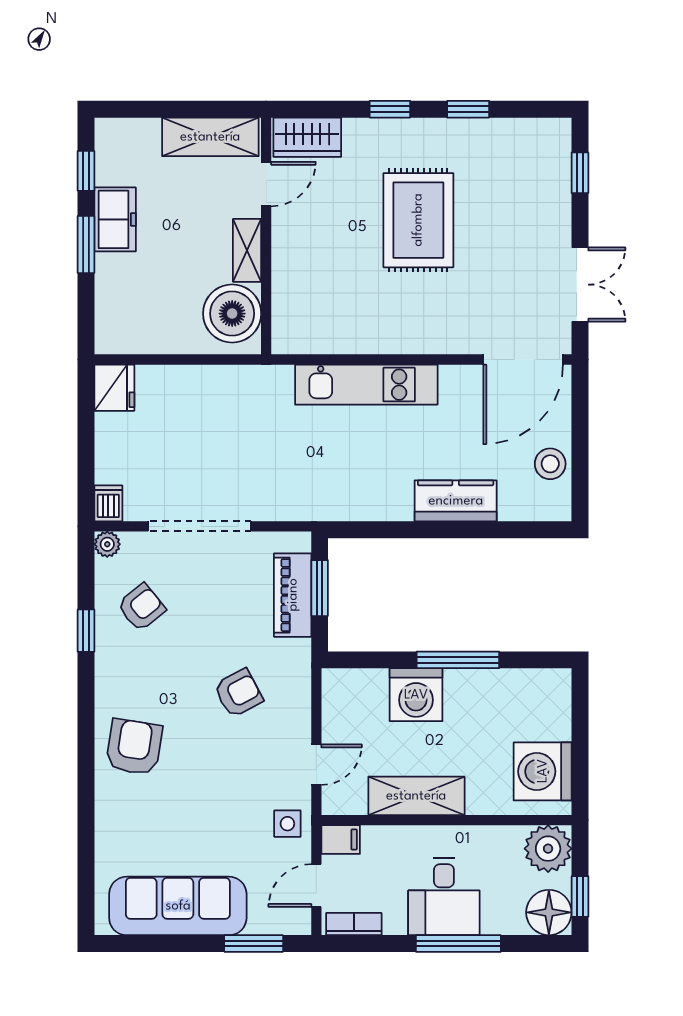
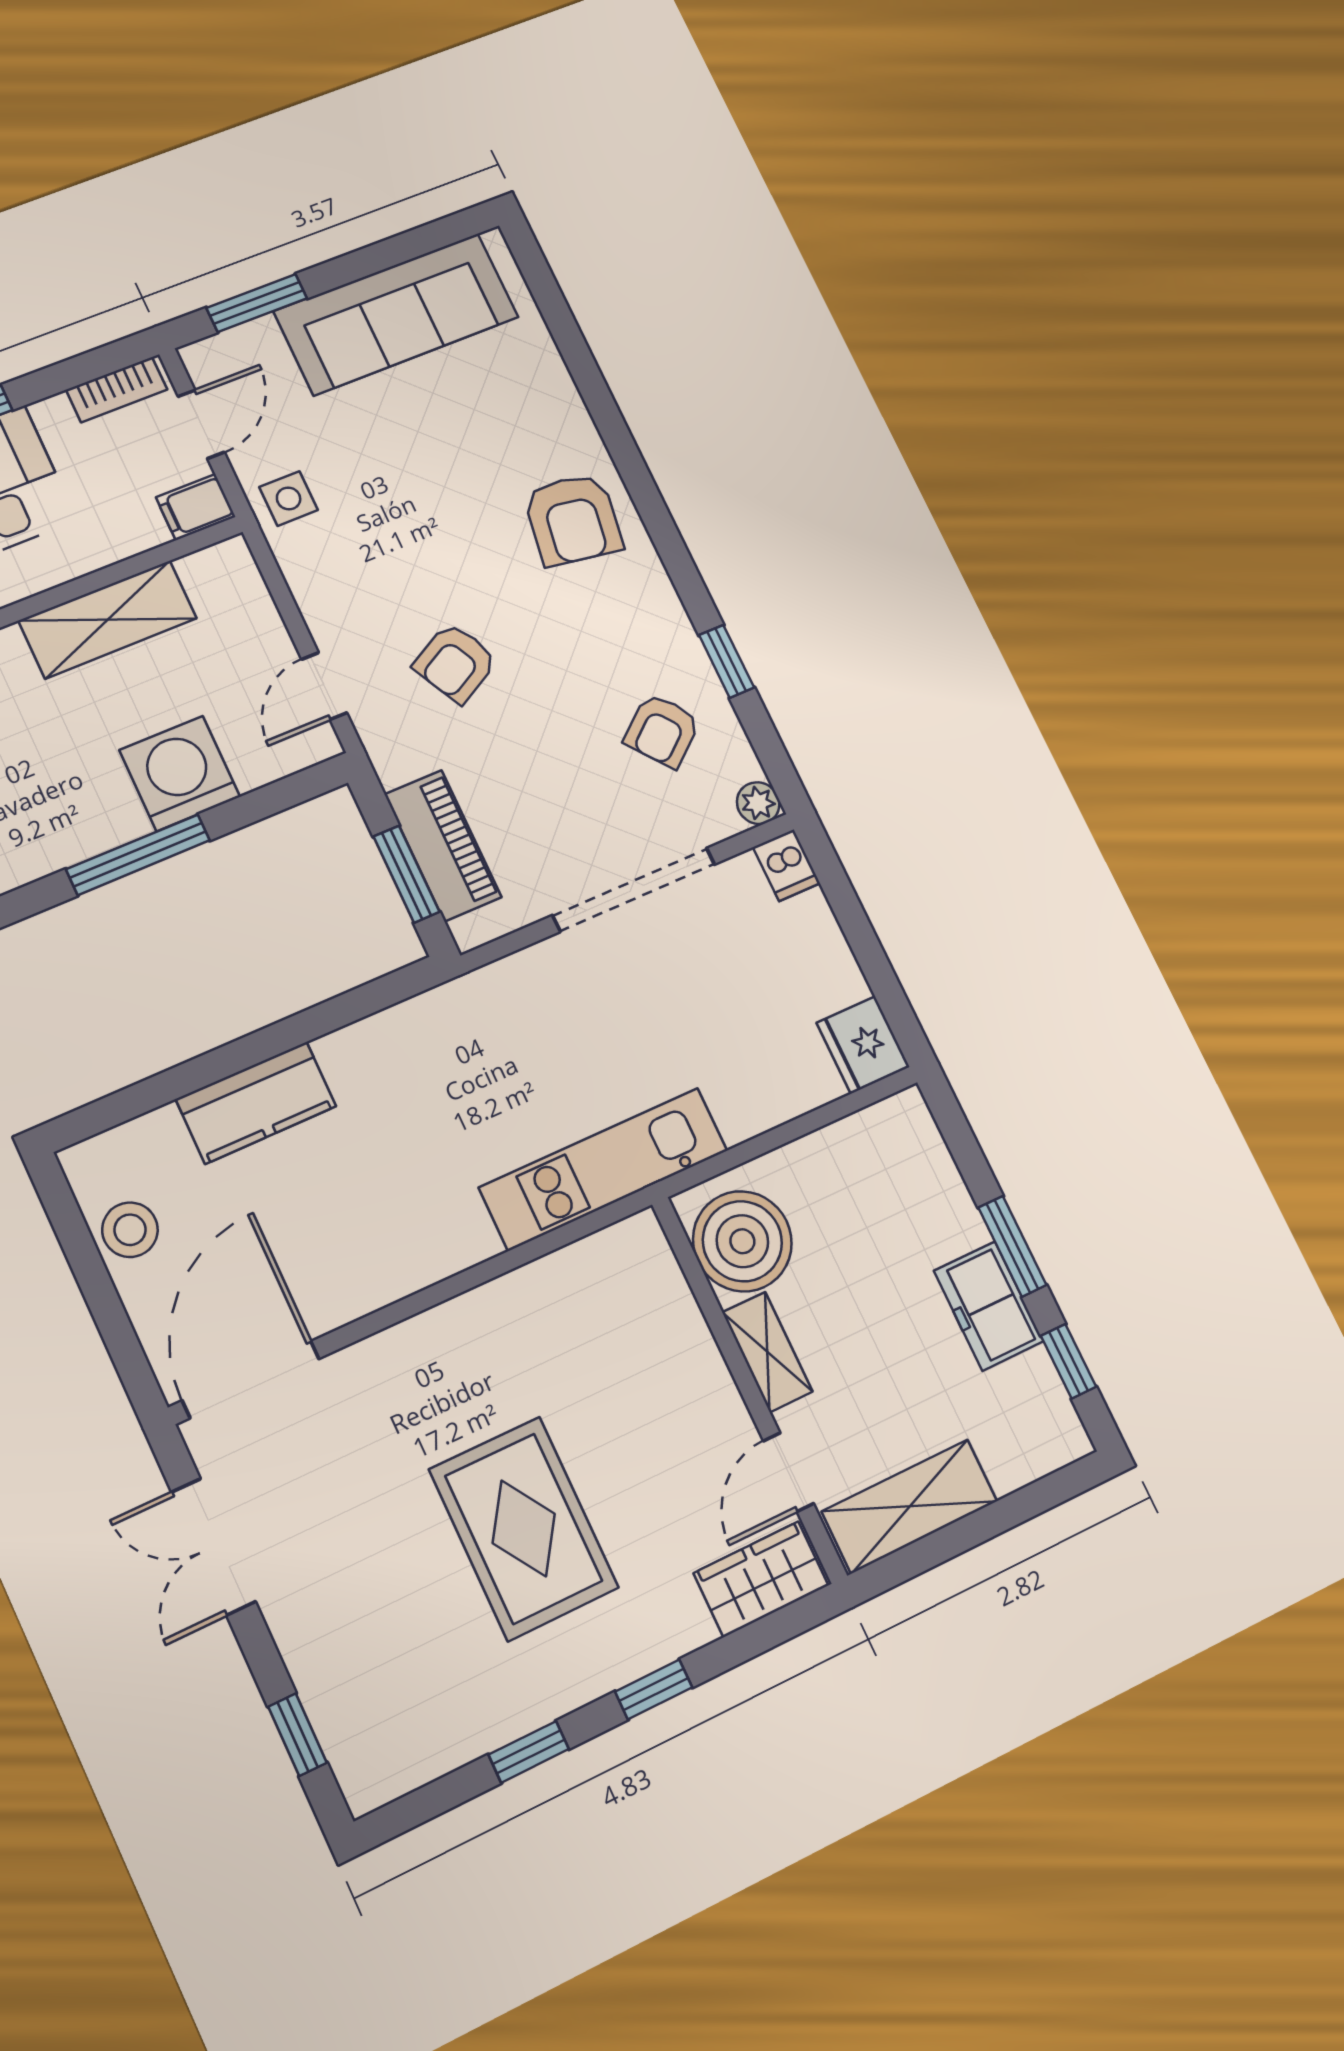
kitchen unit: (366, 385) -> (604, 1169), moved
door: (316, 765) -> (324, 686), moved

